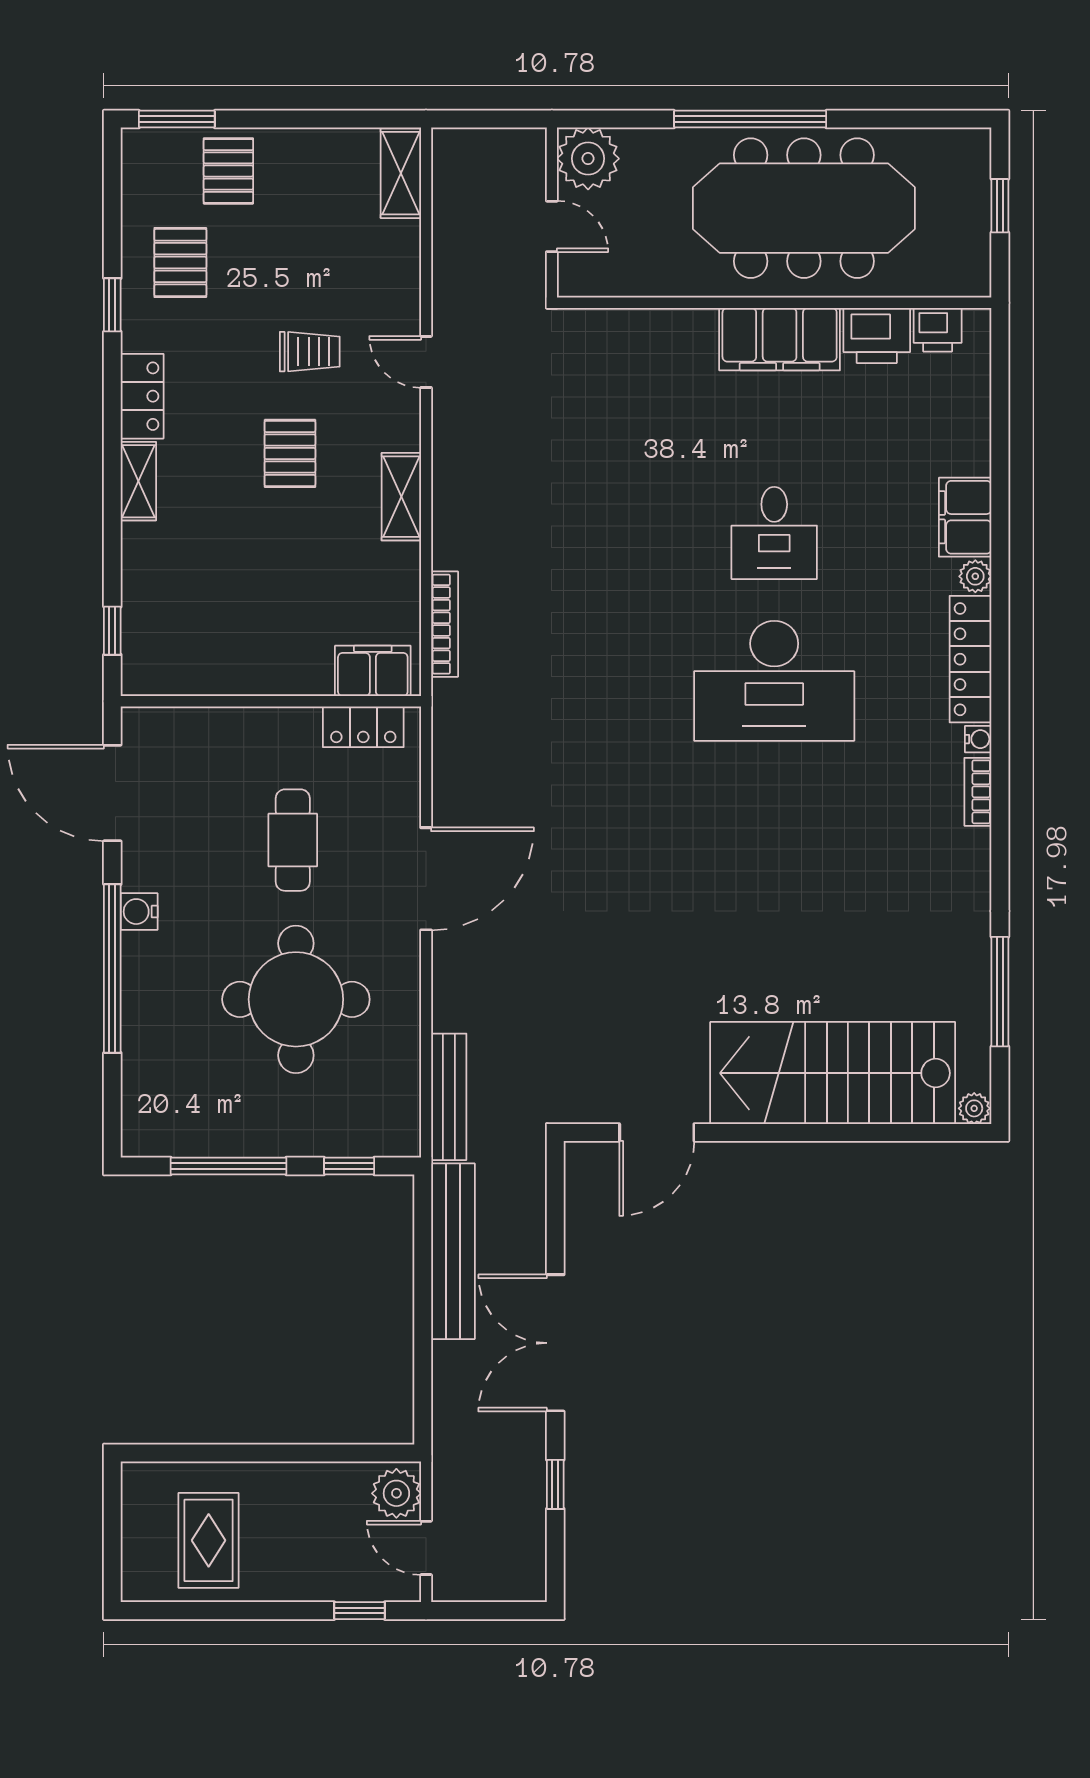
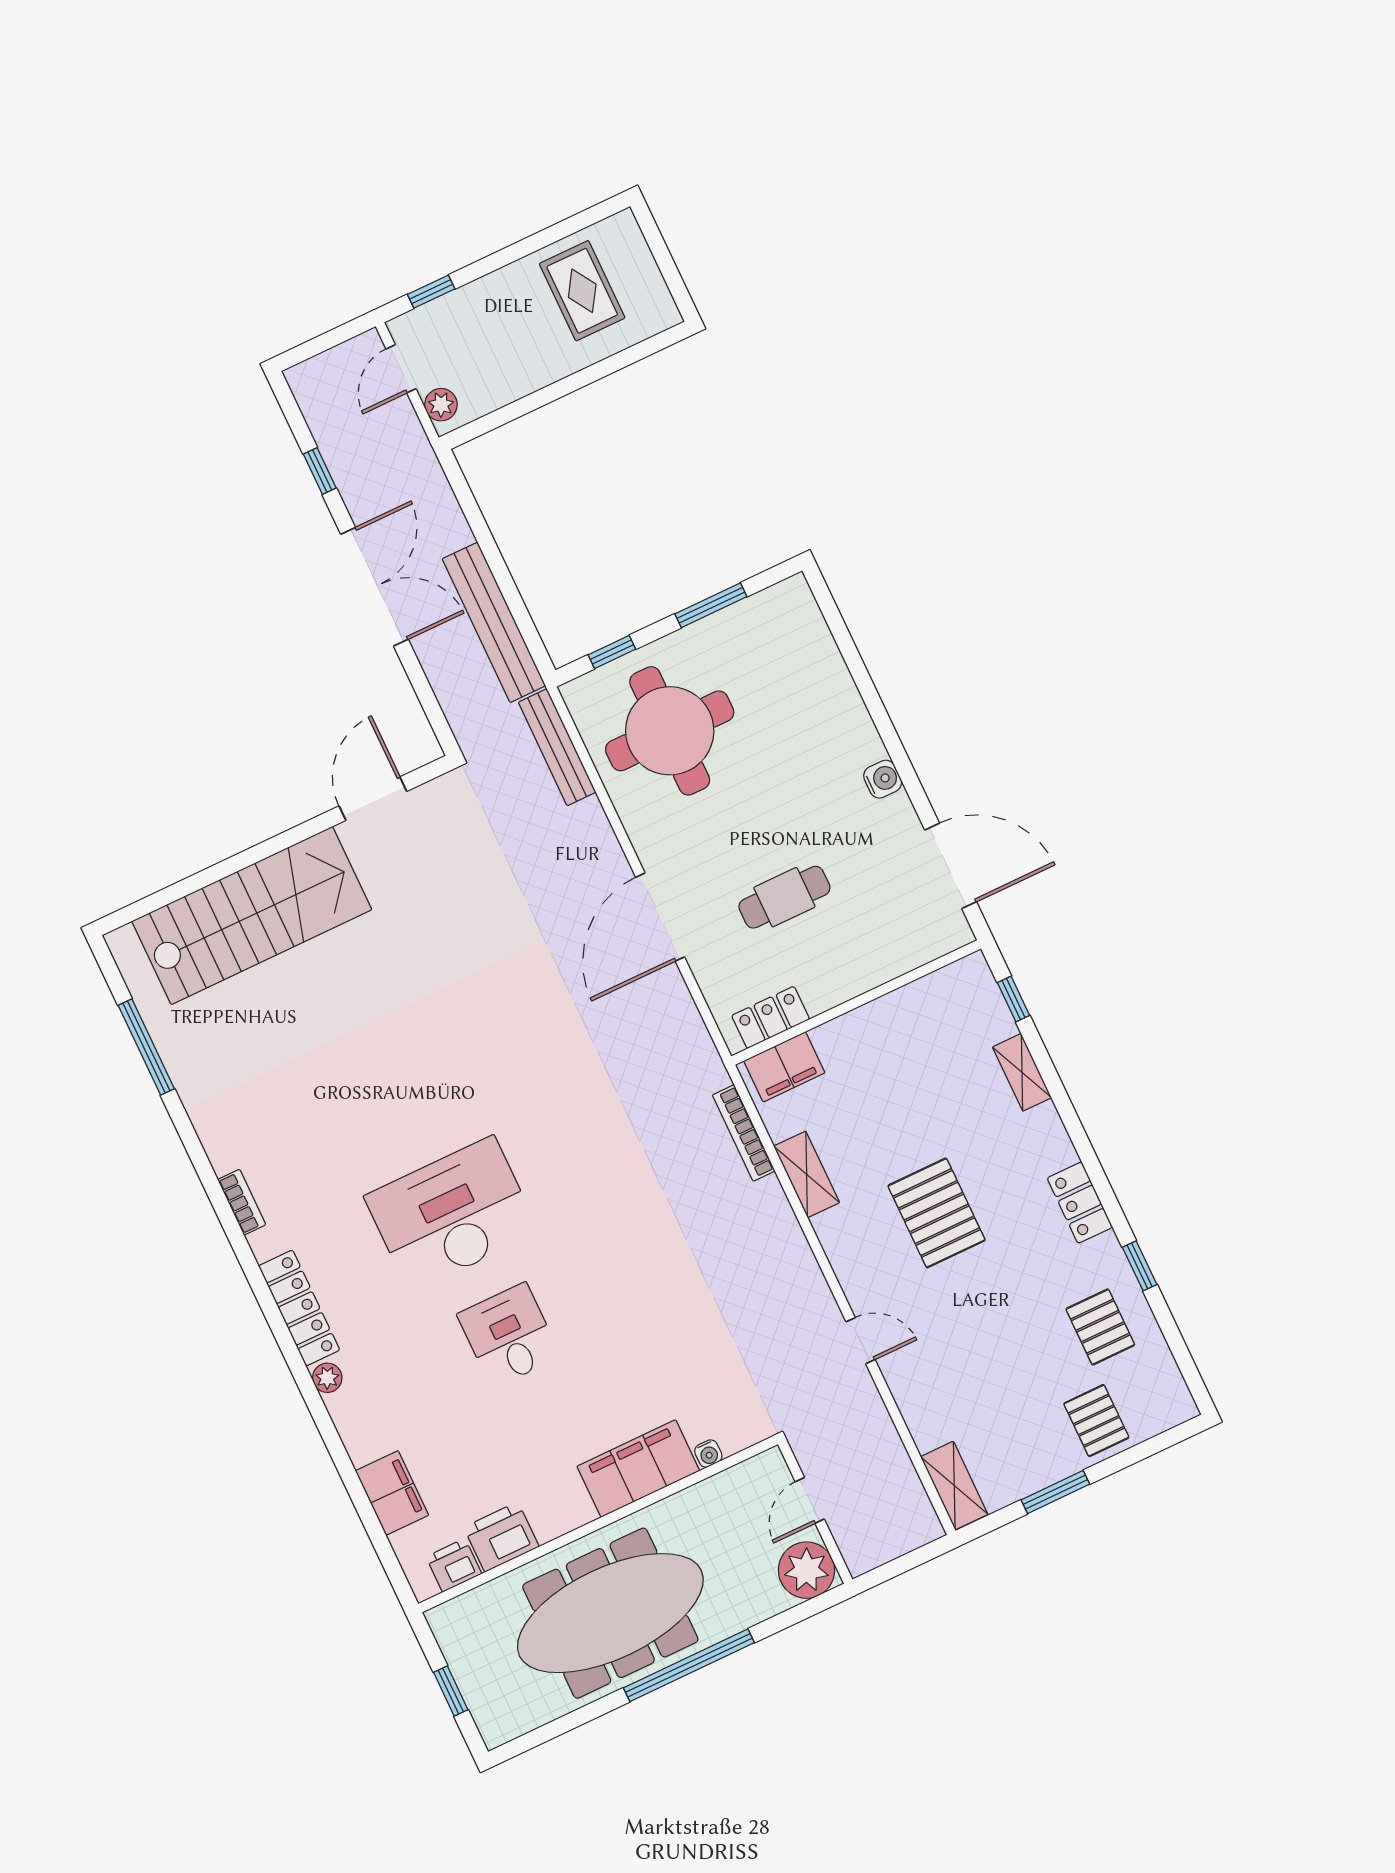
window: (177, 119) -> (1055, 1492), moved
door: (552, 226) -> (810, 1500), hinge flipped
filing cabinet: (780, 339) -> (638, 1469), moved
trolley: (310, 352) -> (960, 1304), removed
pallet: (290, 453) -> (936, 1213), width x1.50, depth x1.42
shelving: (138, 481) -> (1022, 1072), moved
shelving: (401, 497) -> (807, 1174), moved
filing cabinet: (965, 517) -> (392, 1493), moved
water cooler: (978, 739) -> (708, 1454), moved, turned -90
cafe table: (293, 840) -> (784, 897), turned 90
window: (112, 969) -> (883, 722), removed
round table: (296, 999) -> (670, 731), moved
plant: (974, 1108) -> (122, 941), removed
window: (228, 1166) -> (711, 605), width x0.69
plant: (396, 1493) -> (441, 405), width x0.73, depth x0.73
door: (426, 1548) -> (401, 369), swing flipped

